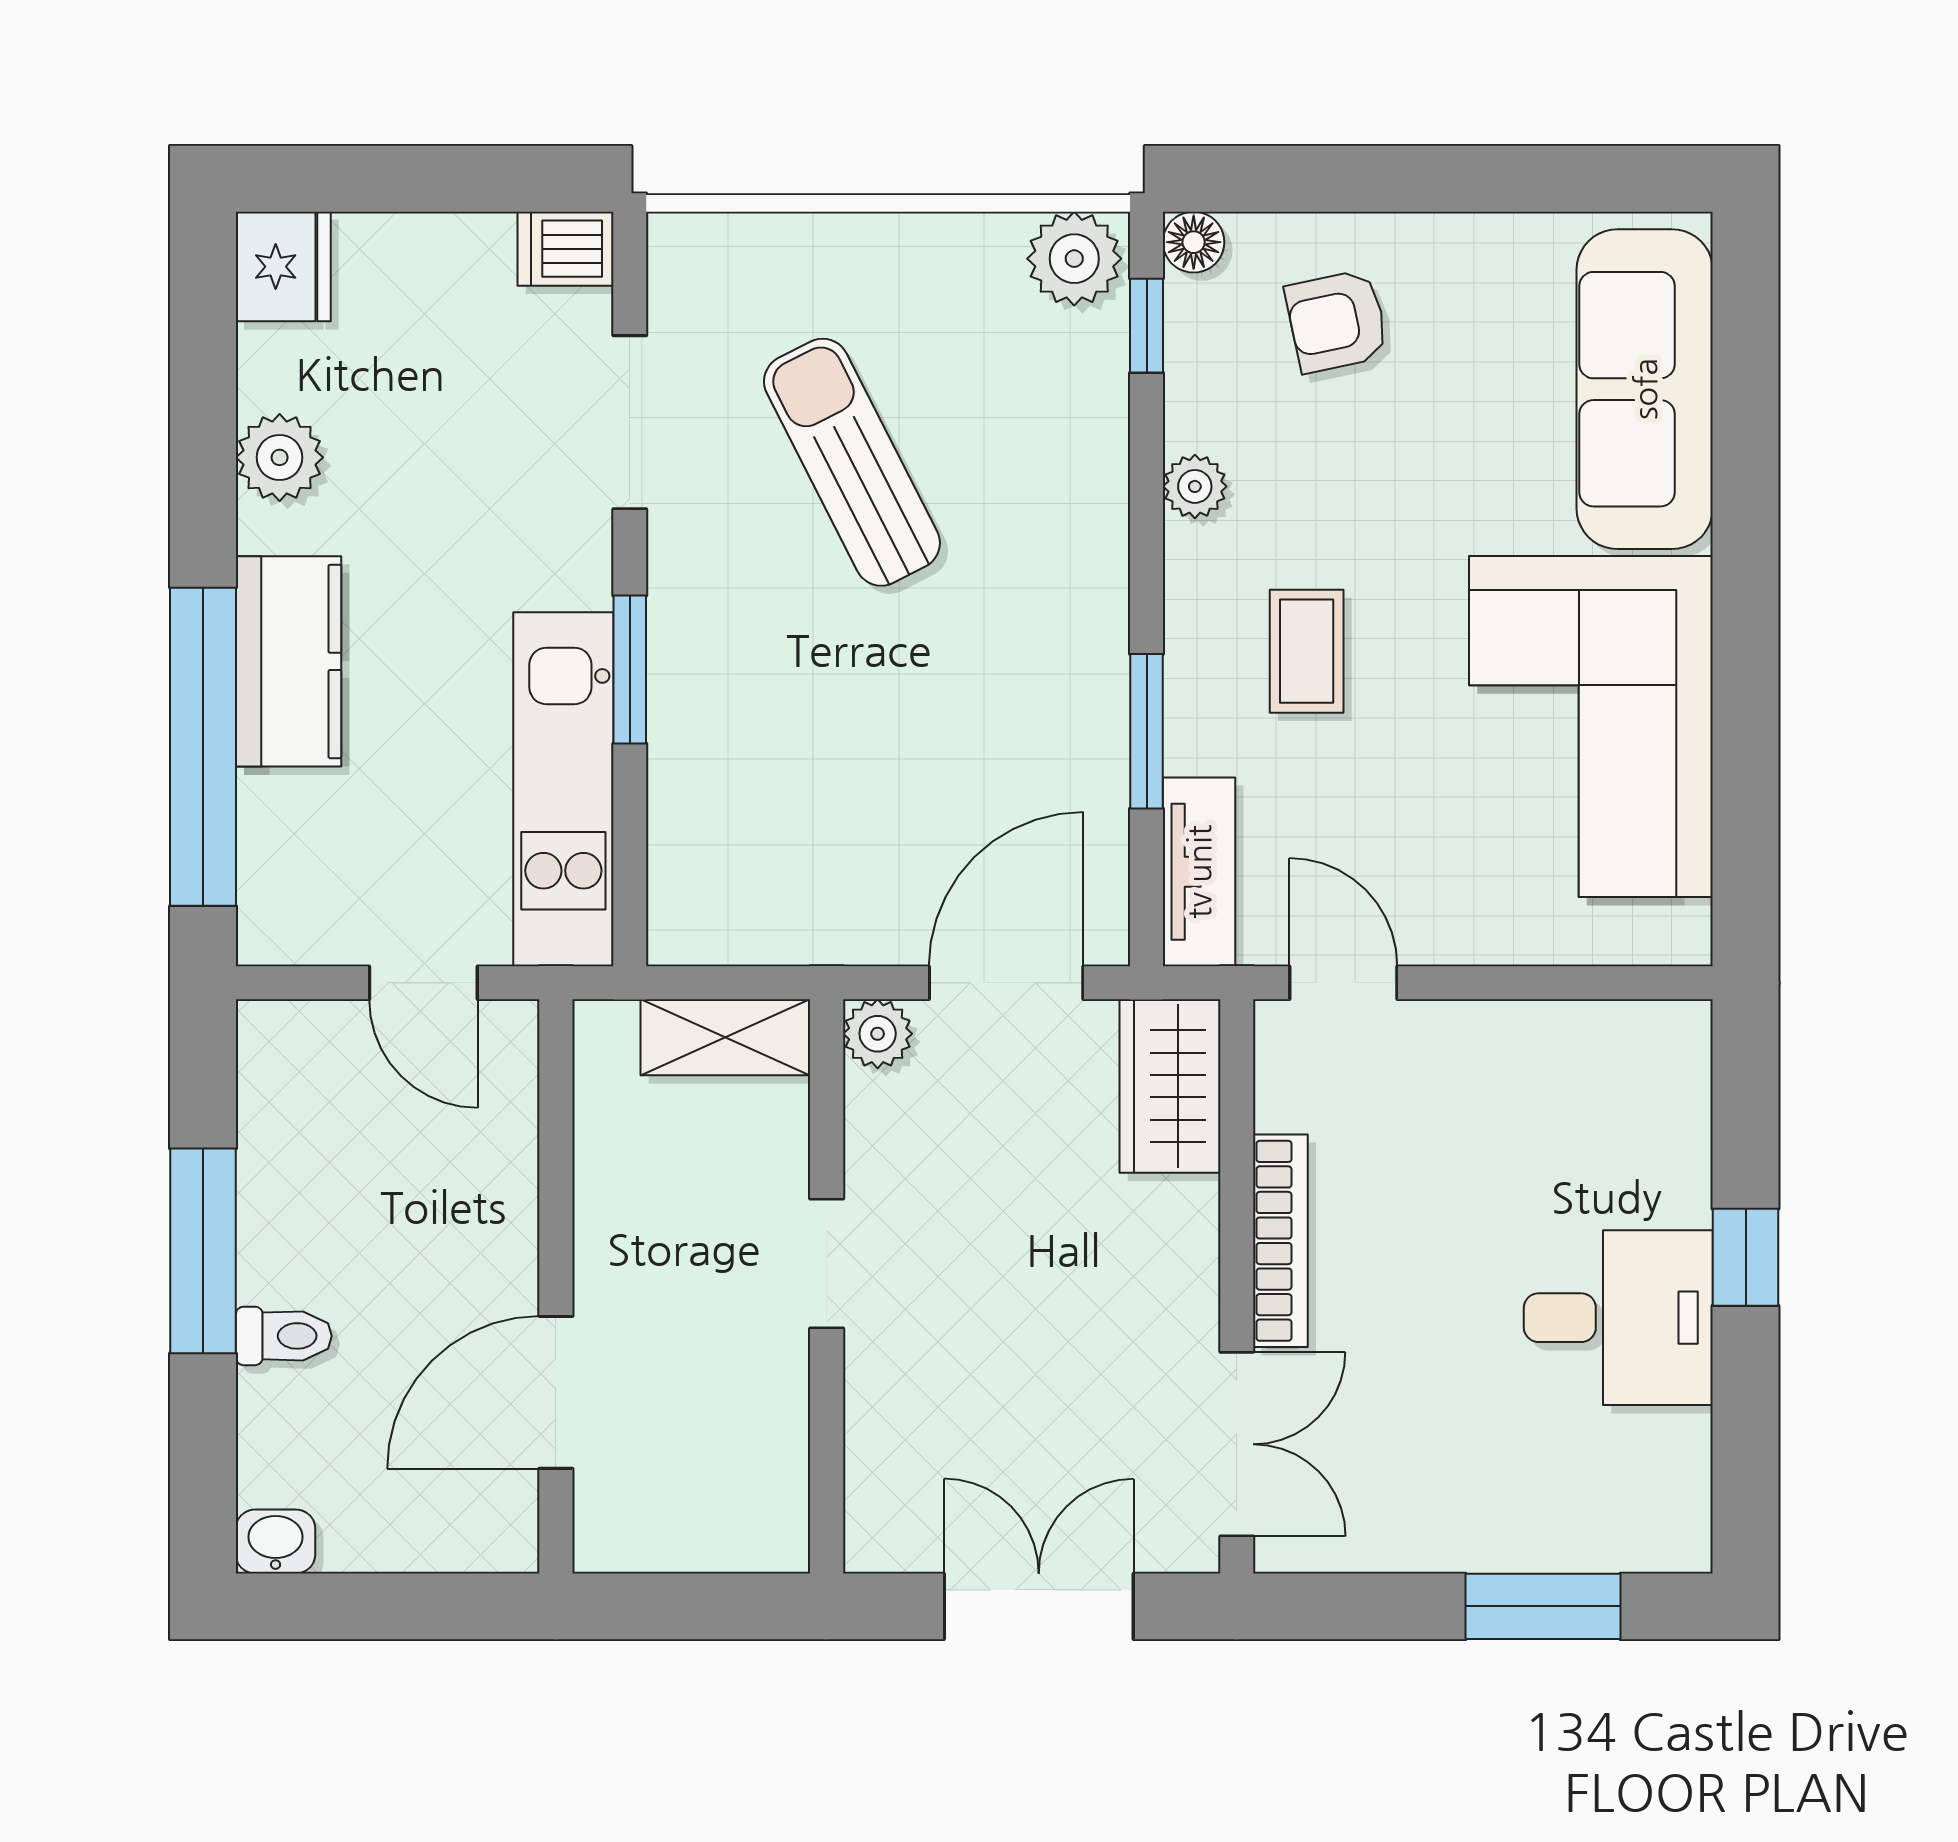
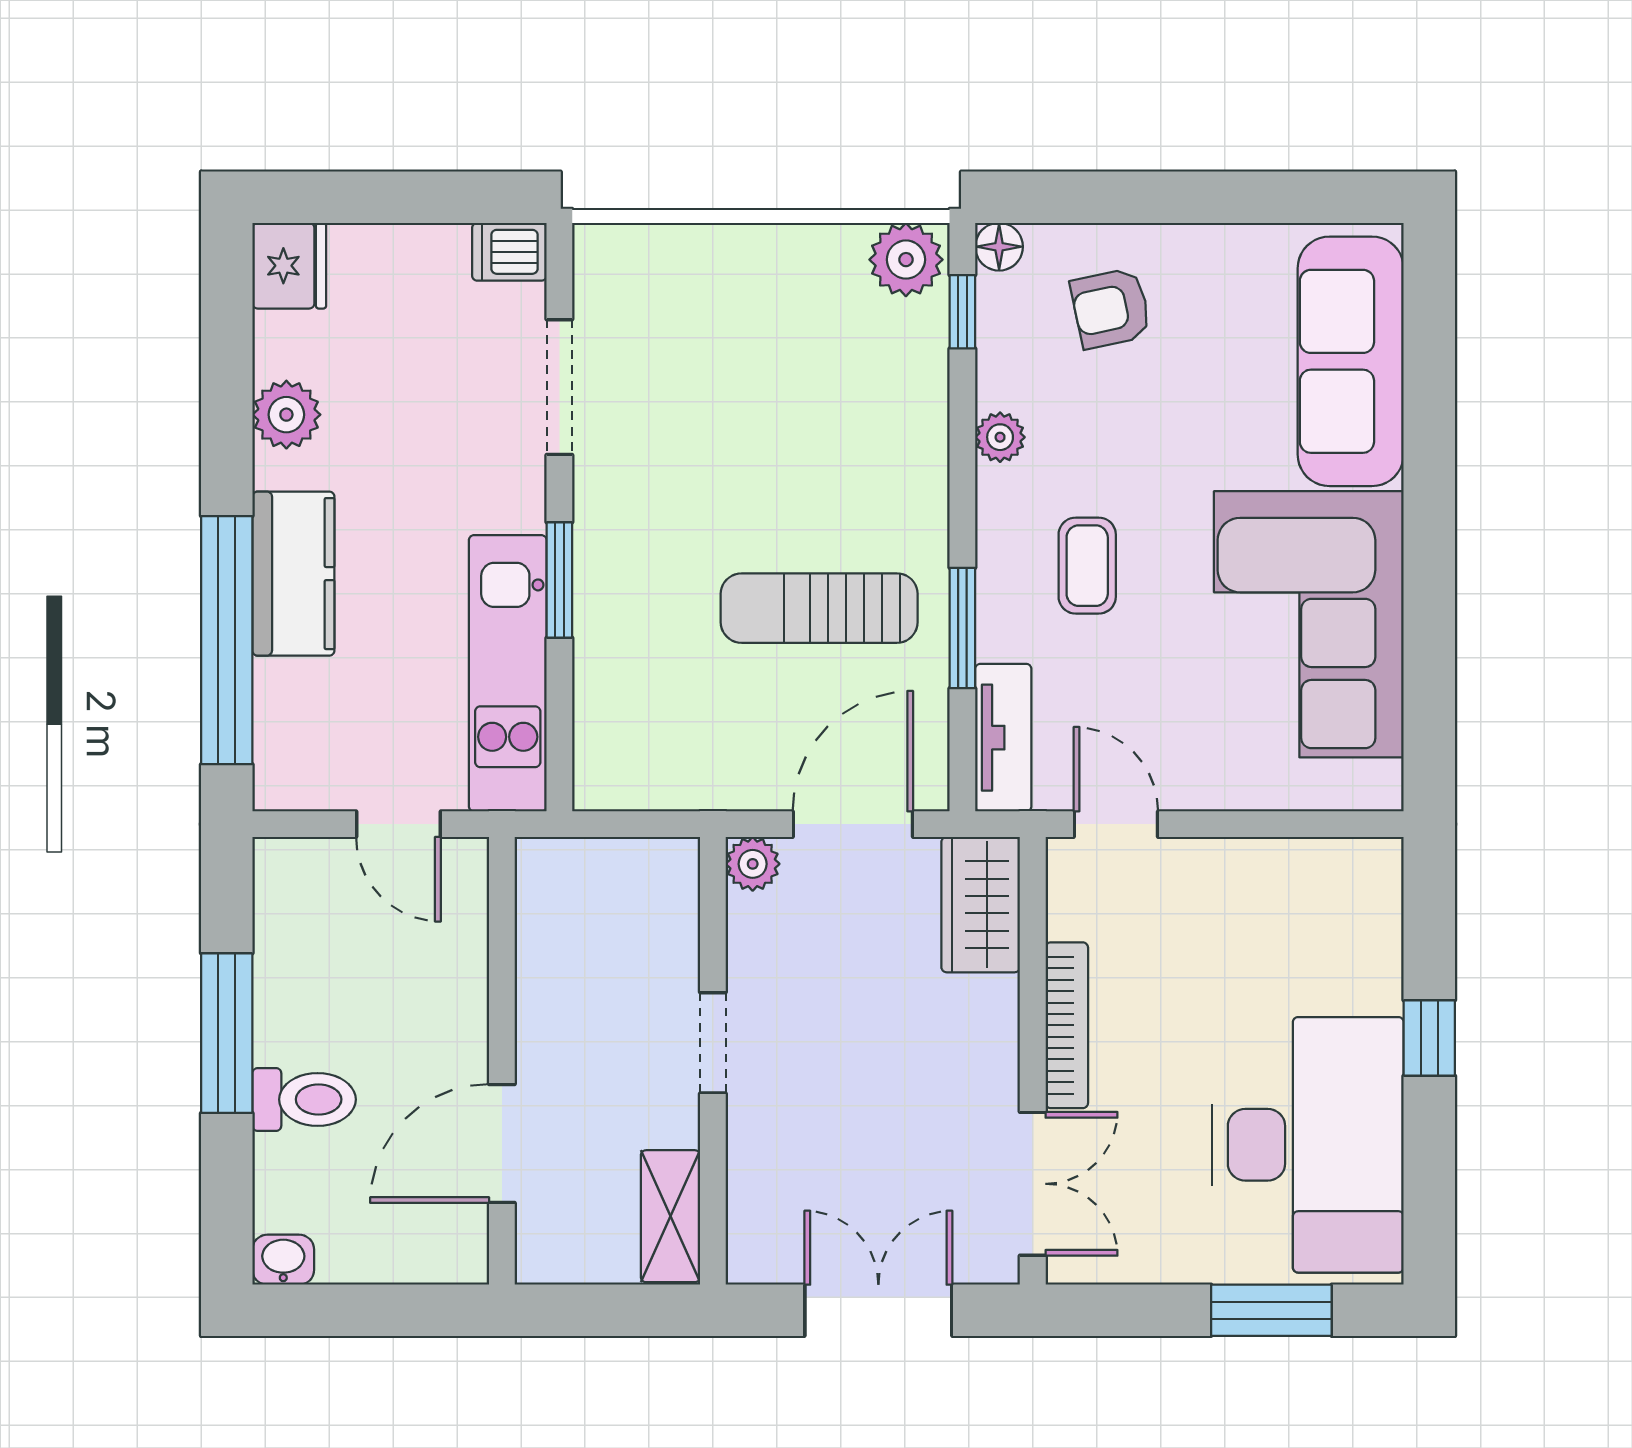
sun lounger: (852, 462) -> (819, 608), moved, turned -63
shelving: (725, 1037) -> (670, 1216), moved, turned 90
desk: (1618, 1318) -> (1308, 1145), width x1.87, depth x1.30
toilet: (284, 1336) -> (304, 1099), width x1.37, depth x1.39

